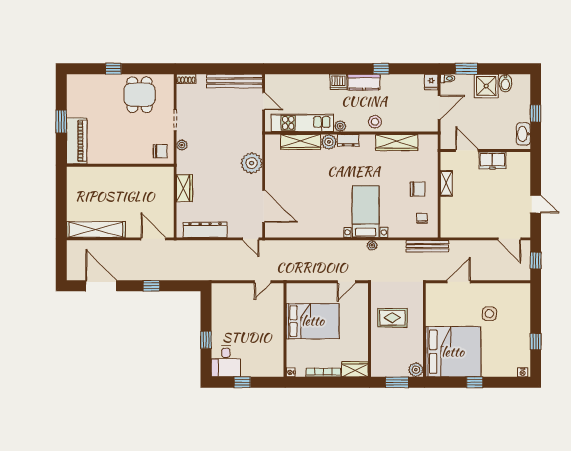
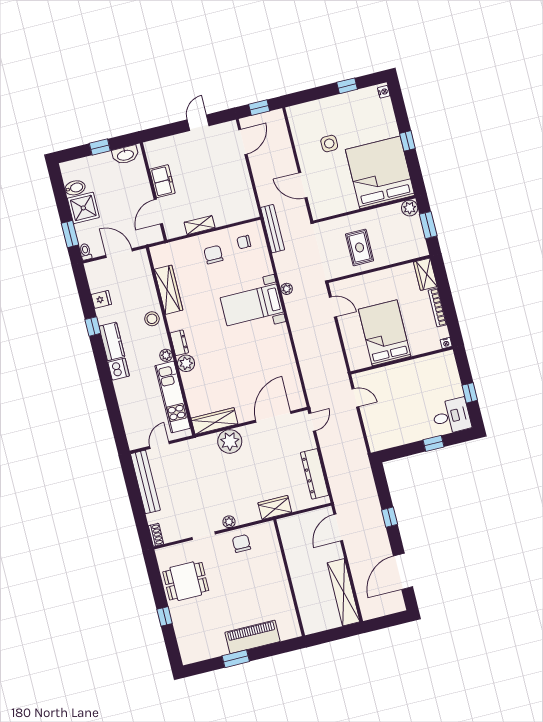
fridge: (431, 82) -> (101, 299), moved
wardrobe: (301, 142) -> (214, 421), moved, turned -90
wall: (120, 165) -> (289, 578), moved

